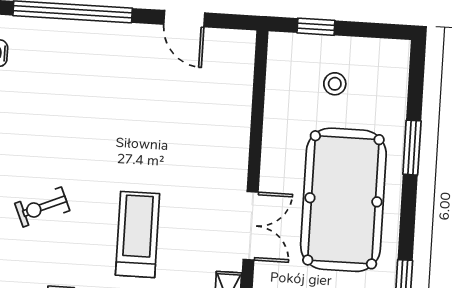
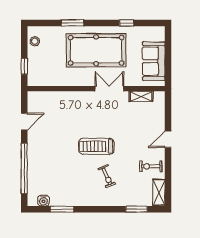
stool: (335, 84) -> (35, 41), moved
treadmill: (138, 234) -> (96, 146), moved

